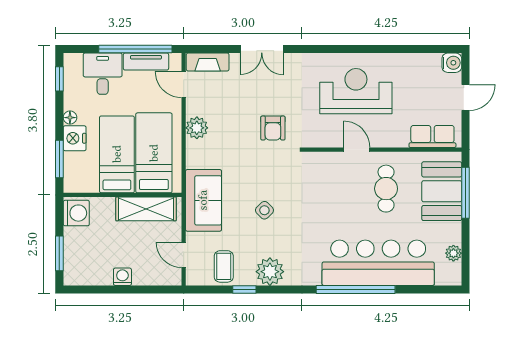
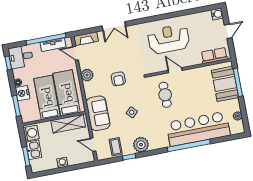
desk: (103, 74) -> (21, 57), moved, turned -90
armchair: (273, 128) -> (118, 79), moved
cafe table: (386, 189) -> (165, 95), moved
kitchen sink: (75, 244) -> (34, 150), added

